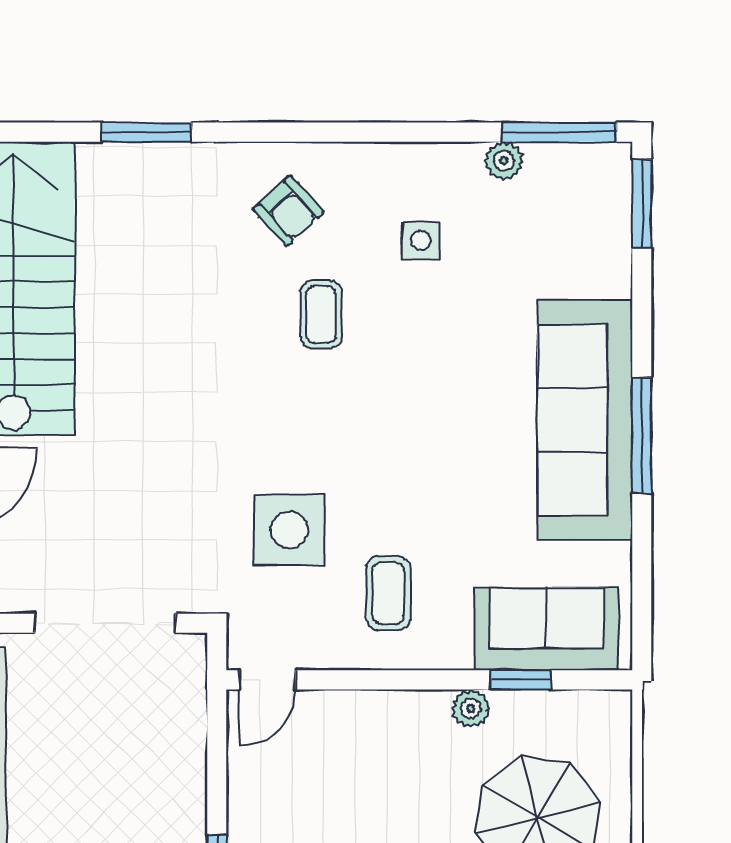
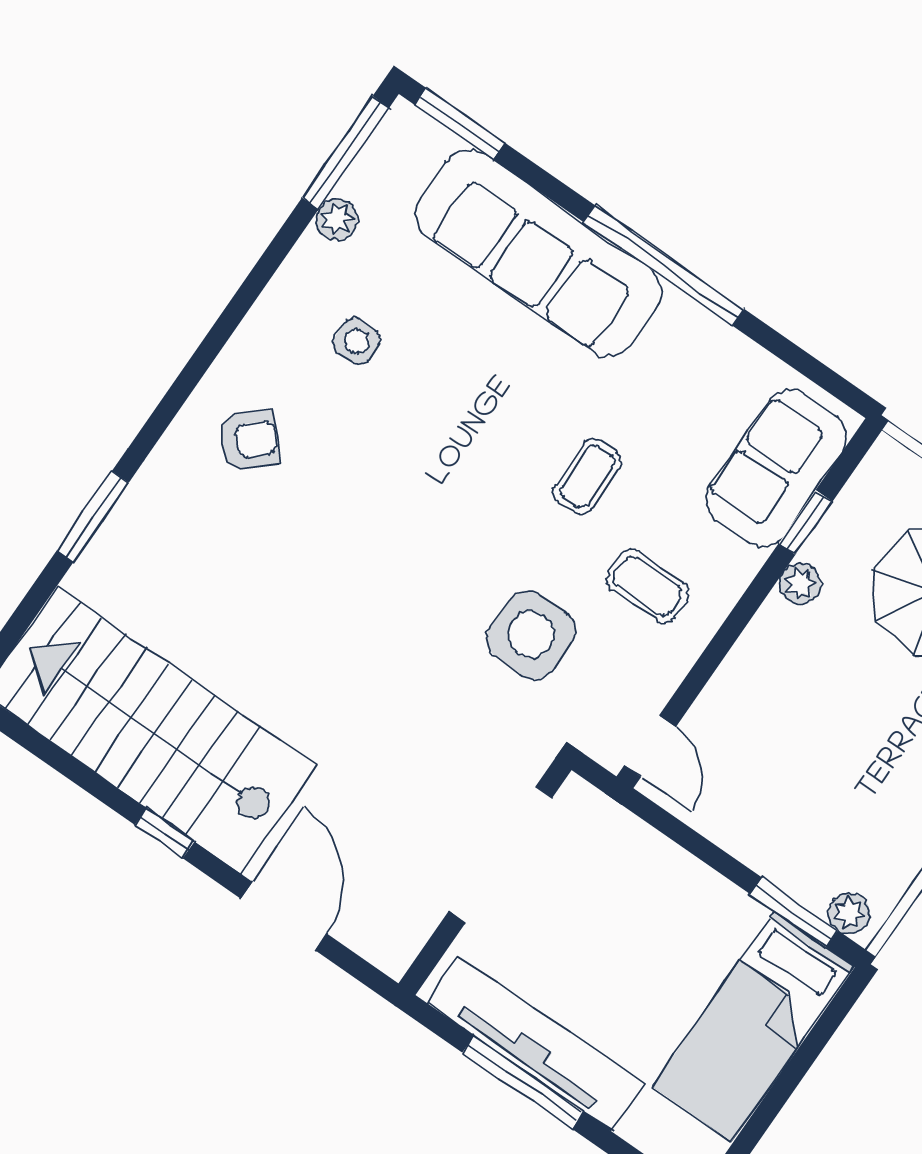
coffee table: (321, 315) -> (587, 476), moved, turned 90
sofa: (585, 420) -> (539, 253), moved
window: (642, 435) -> (664, 266), width x1.46

